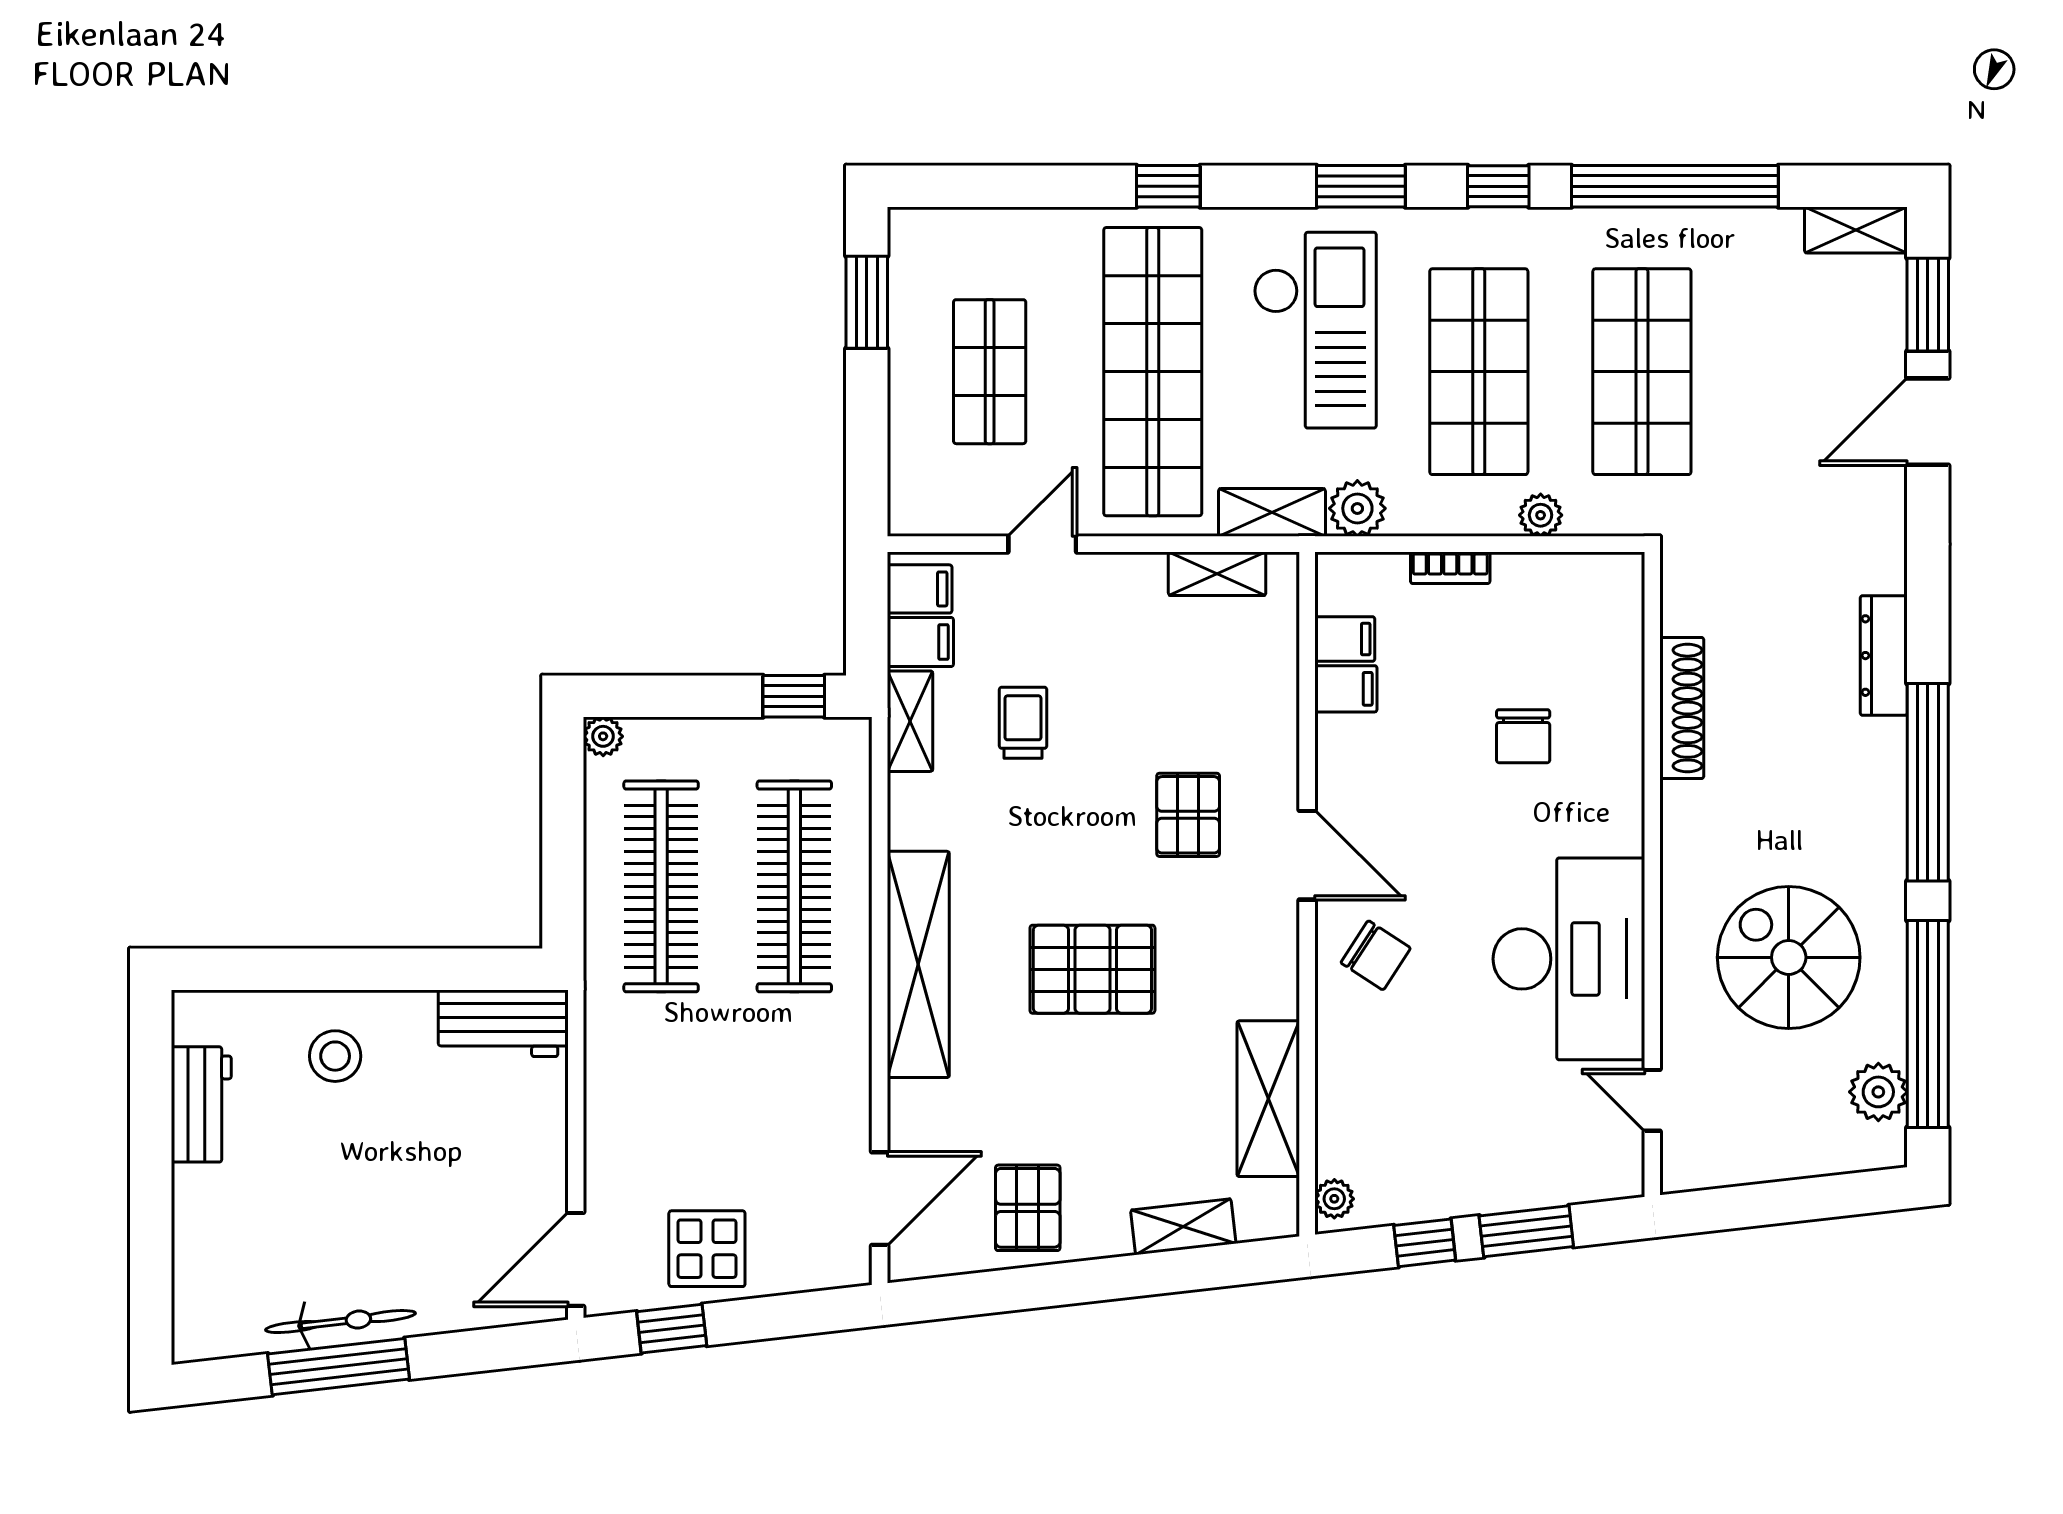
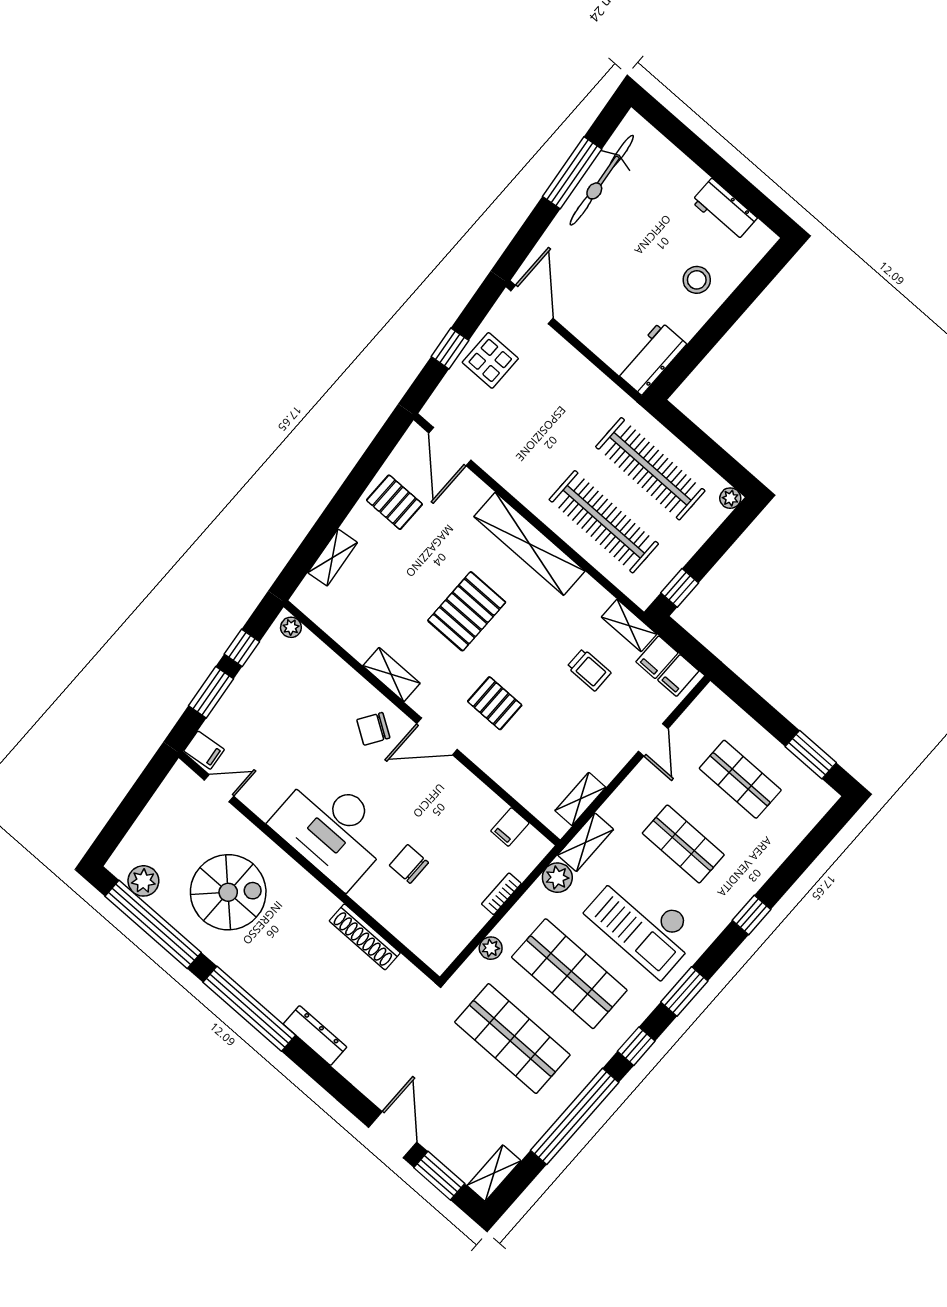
shop shelf: (1153, 372) -> (683, 844), width x0.50, depth x0.74
filing cabinet: (1346, 689) -> (204, 750), moved, turned -96
desk: (1569, 959) -> (332, 829), moved
shelving: (1268, 1099) -> (391, 675), moved, width x0.67, depth x0.75
bicycle: (340, 1322) -> (602, 180), width x1.37, depth x1.40
window: (672, 1329) -> (450, 349), moved

